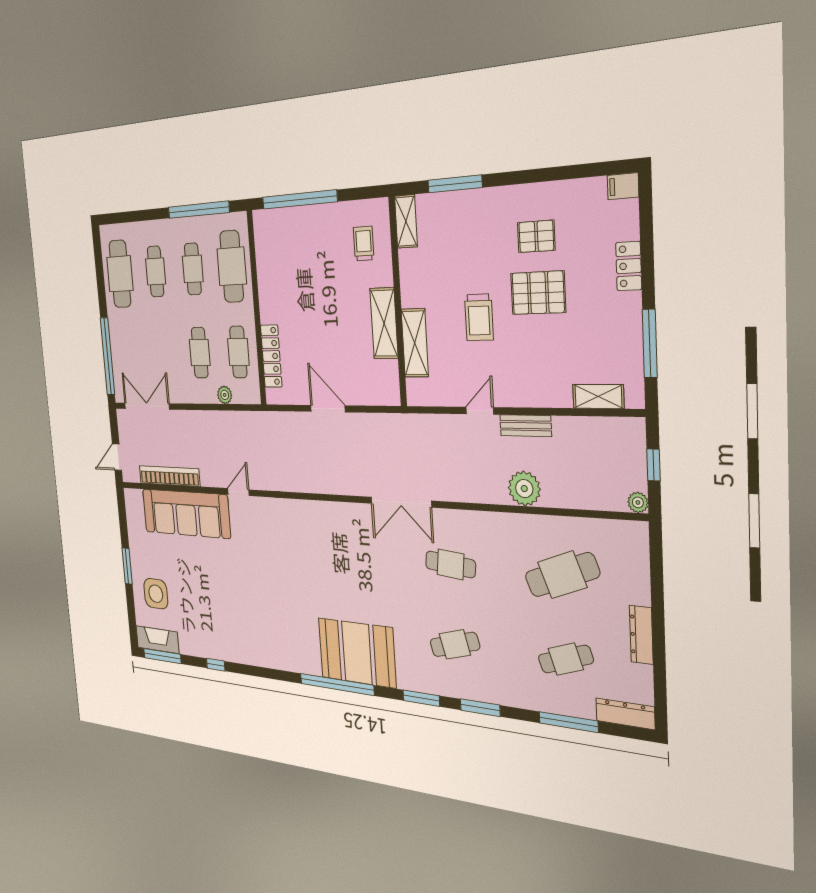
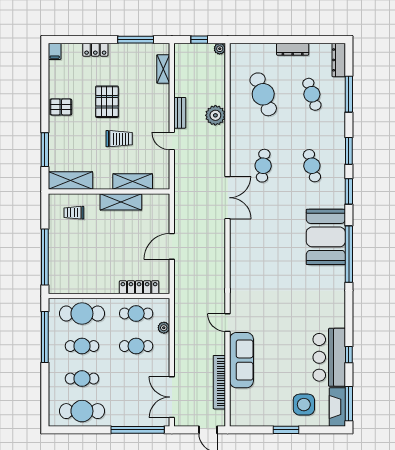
shelving: (406, 221) -> (71, 181), width x1.50, depth x1.33
pallet: (536, 236) -> (61, 107), moved, turned 90
sofa: (186, 514) -> (241, 360), width x0.74, depth x0.79
bar counter: (210, 636) -> (329, 357), added

